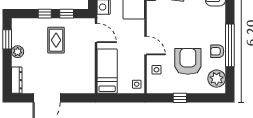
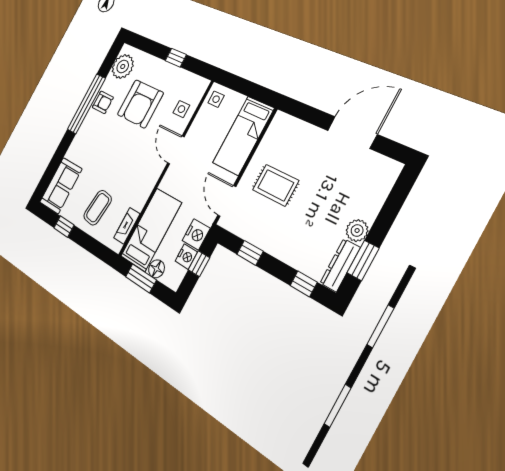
window: (45, 14) -> (304, 284), moved
rug: (56, 40) -> (276, 185), moved, turned 90
dresser: (17, 80) -> (340, 265), moved

